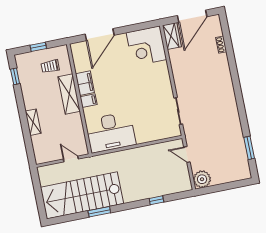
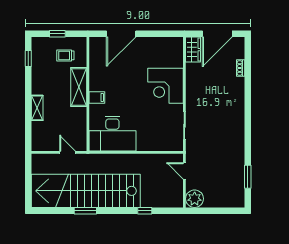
corner desk: (146, 46) -> (166, 86), moved
filing cabinet: (85, 83) -> (97, 79), removed
stairs: (82, 195) -> (86, 191), width x1.36

